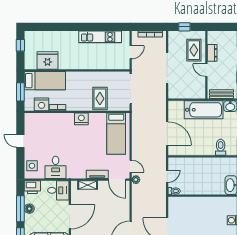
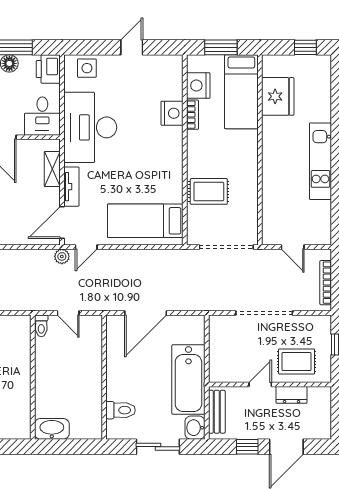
kitchen unit: (100, 37) -> (320, 161), moved
nightstand: (81, 119) -> (172, 113), moved
desk: (56, 167) -> (90, 127), width x1.87, depth x1.30

